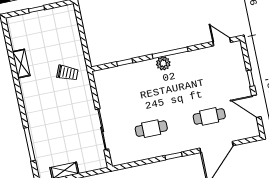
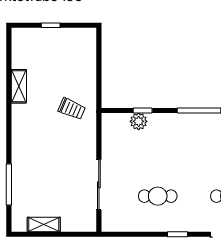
plant: (163, 63) -> (139, 121), moved

